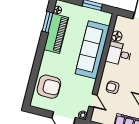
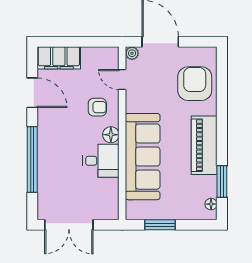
piano: (56, 33) -> (204, 145), moved
floor lamp: (117, 36) -> (111, 135), moved
armchair: (49, 87) -> (195, 84), turned 90

